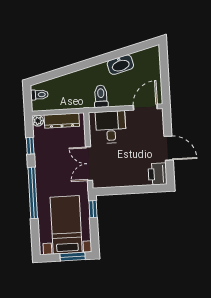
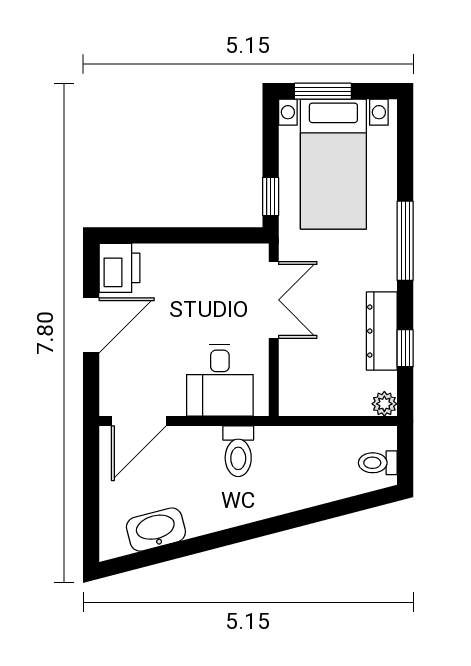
washbasin: (120, 65) -> (156, 530), moved
dresser: (62, 121) -> (382, 331), moved, turned -90
door: (169, 148) -> (91, 325), swing flipped
window: (33, 193) -> (405, 241), width x0.68

